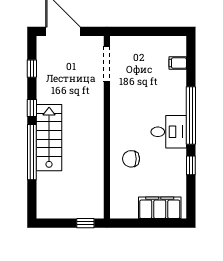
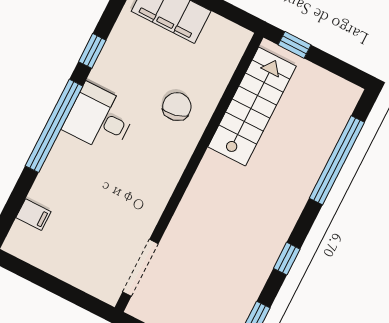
stairs: (49, 138) -> (252, 106), moved, turned 180
window: (32, 152) -> (337, 160), moved
chair: (131, 159) -> (177, 107), turned -102

